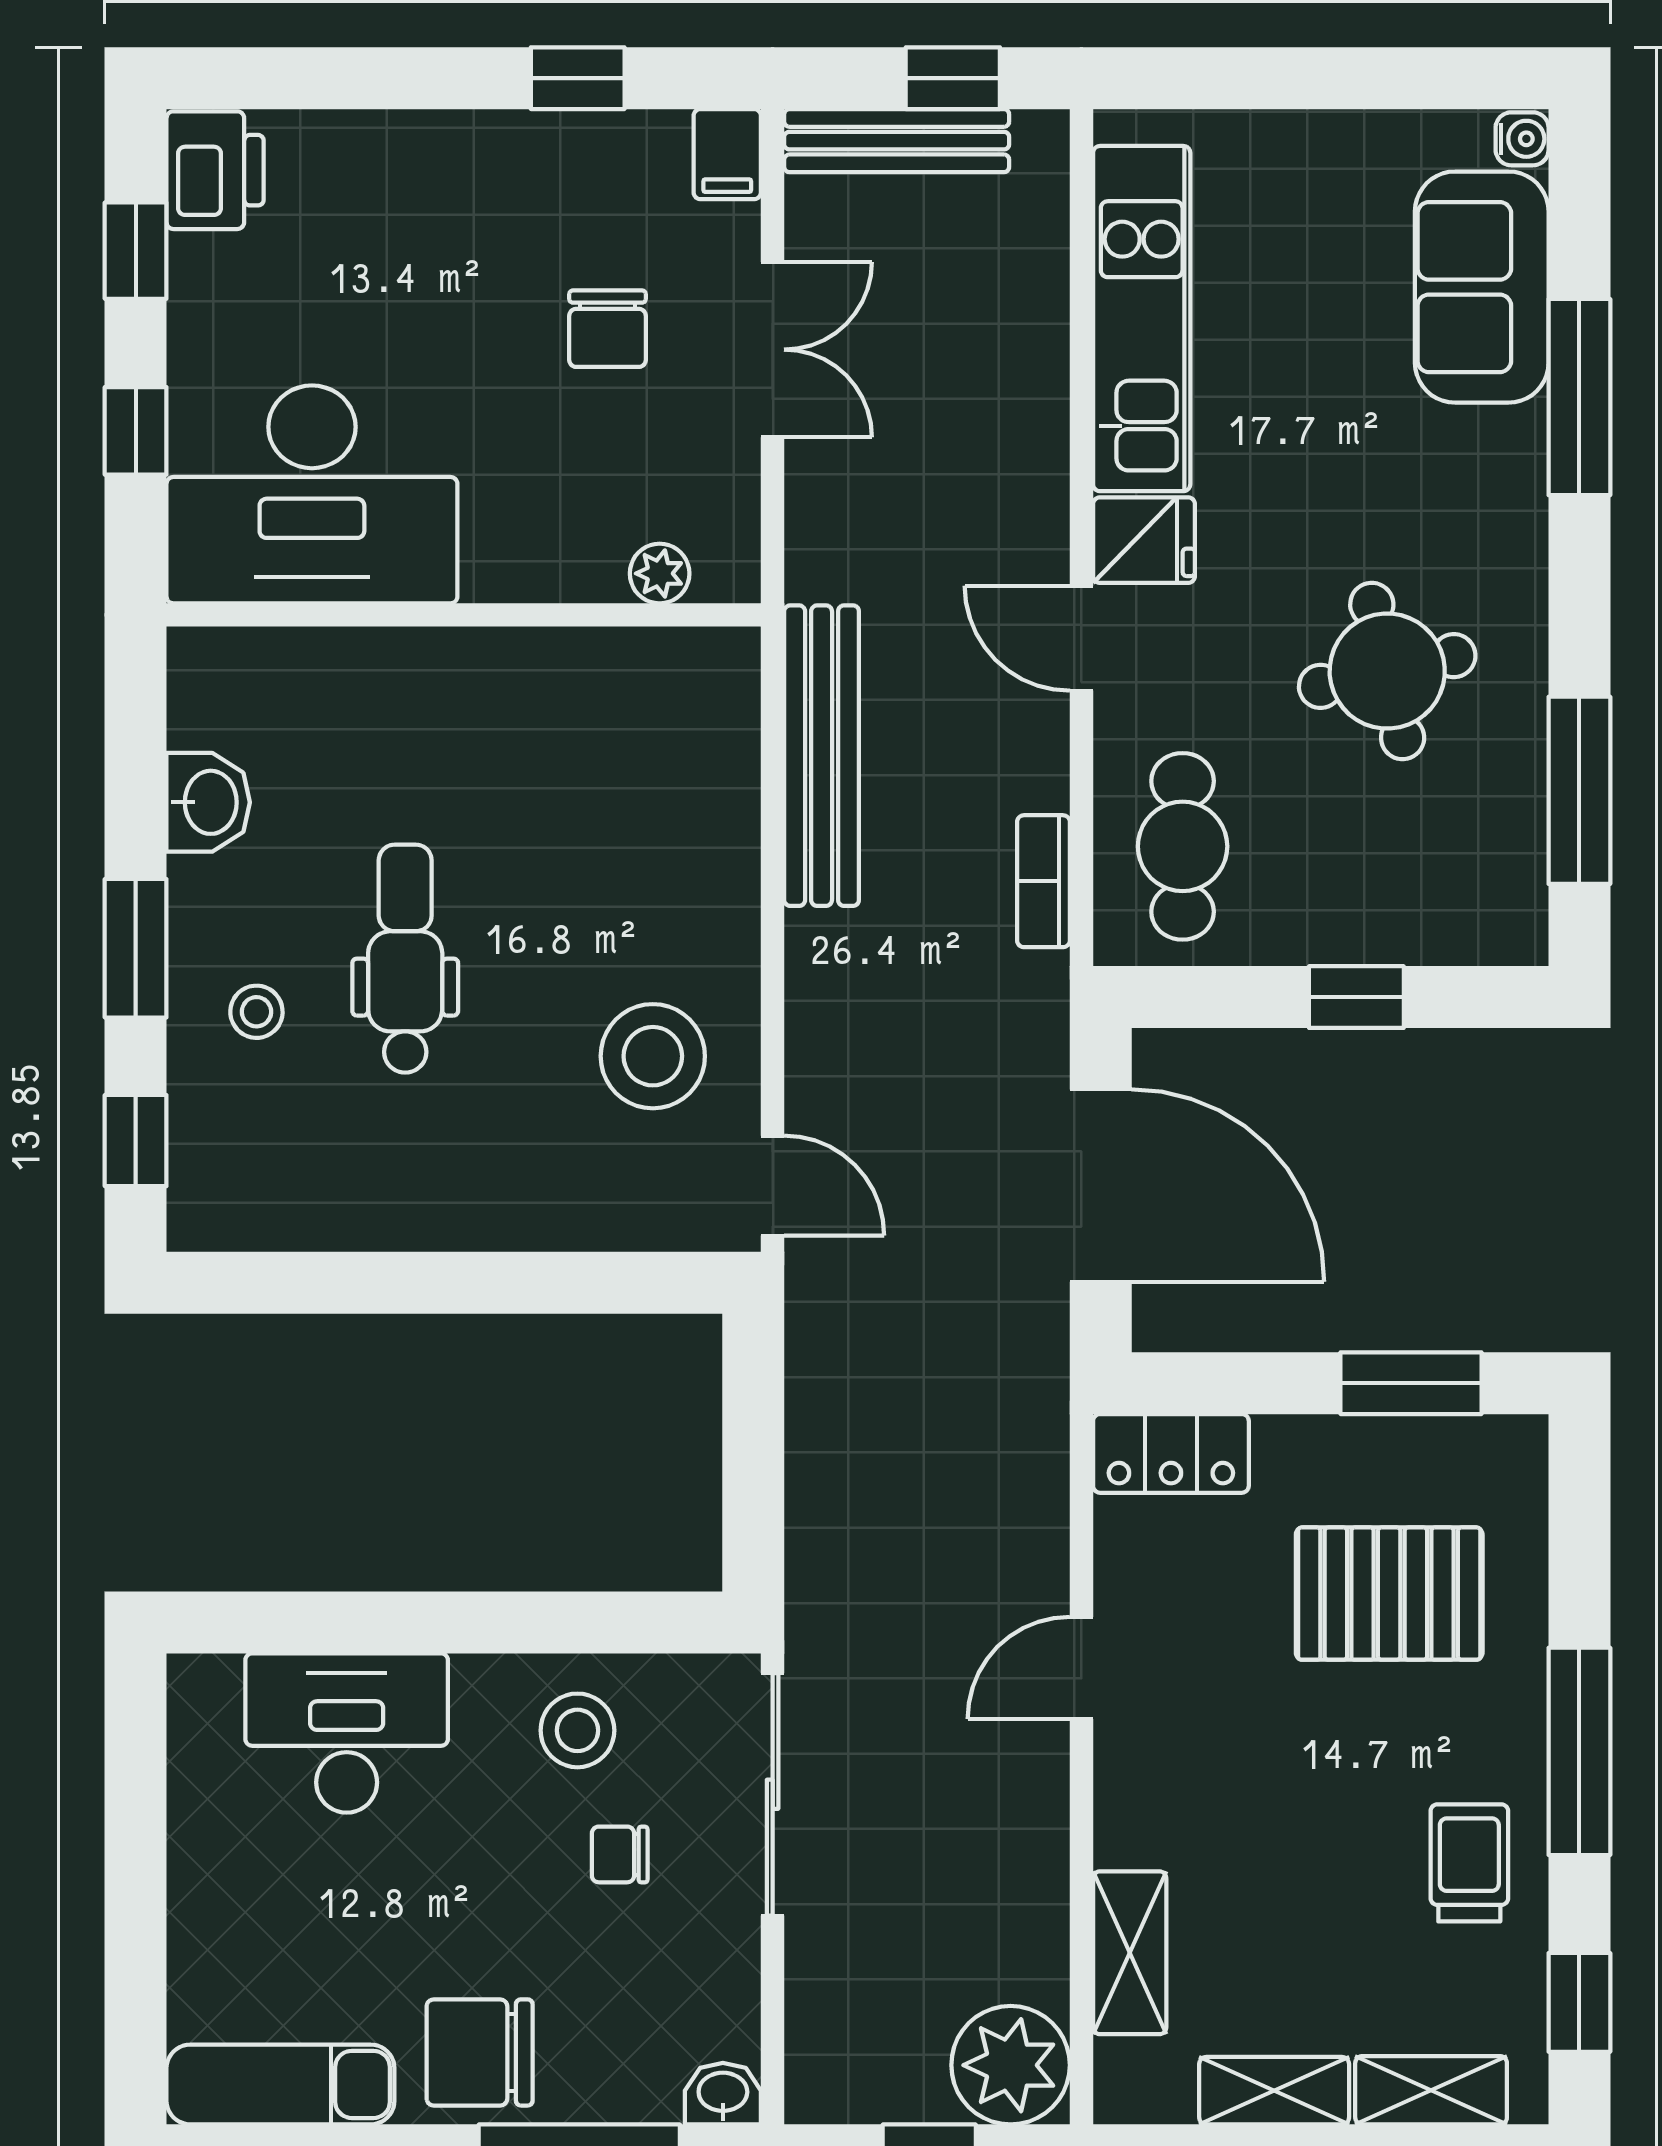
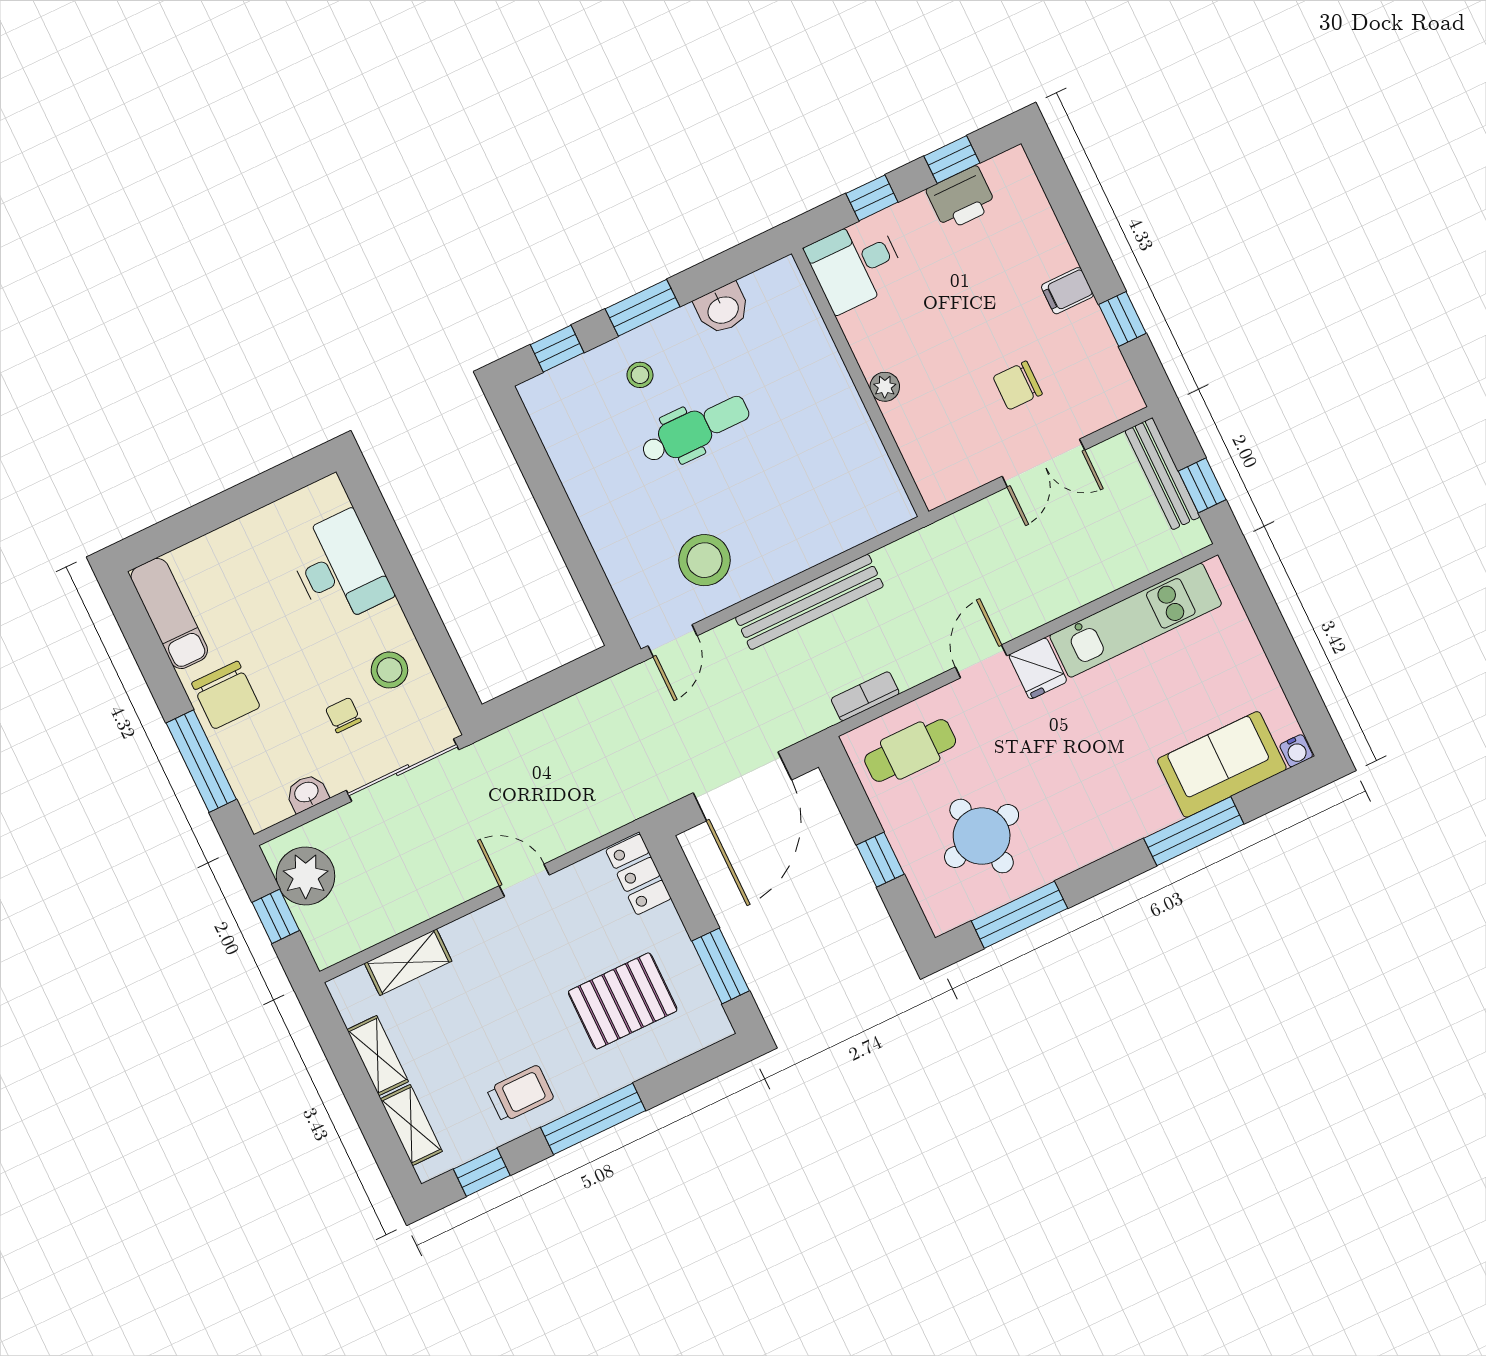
filing cabinet: (727, 154) -> (1067, 291), moved
printer: (215, 170) -> (961, 198), moved
desk: (312, 494) -> (856, 265), width x0.53, depth x0.77
plant: (660, 573) -> (885, 387), moved
round table: (1387, 671) -> (982, 836), moved
bench: (822, 756) -> (809, 602), moved
pallet: (1389, 1594) -> (623, 1001), turned 90
chair: (480, 2052) -> (226, 695), turned 180
plant: (1011, 2065) -> (306, 876), moved
washbasin: (723, 2094) -> (307, 793), moved, turned -90

